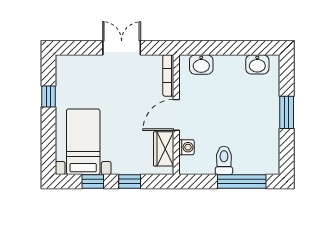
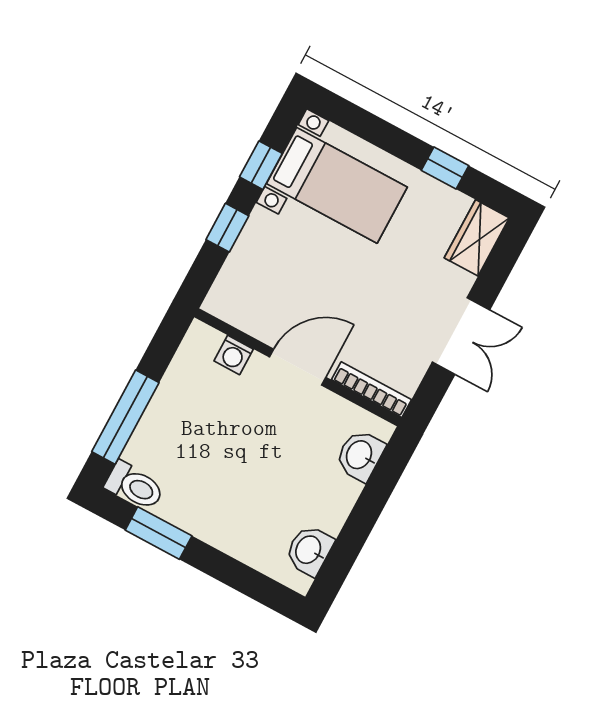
window: (287, 112) -> (159, 533), moved
door: (176, 115) -> (298, 367), hinge flipped
wardrobe: (164, 149) -> (477, 238), moved, turned -90
toilet: (224, 160) -> (134, 486), moved

